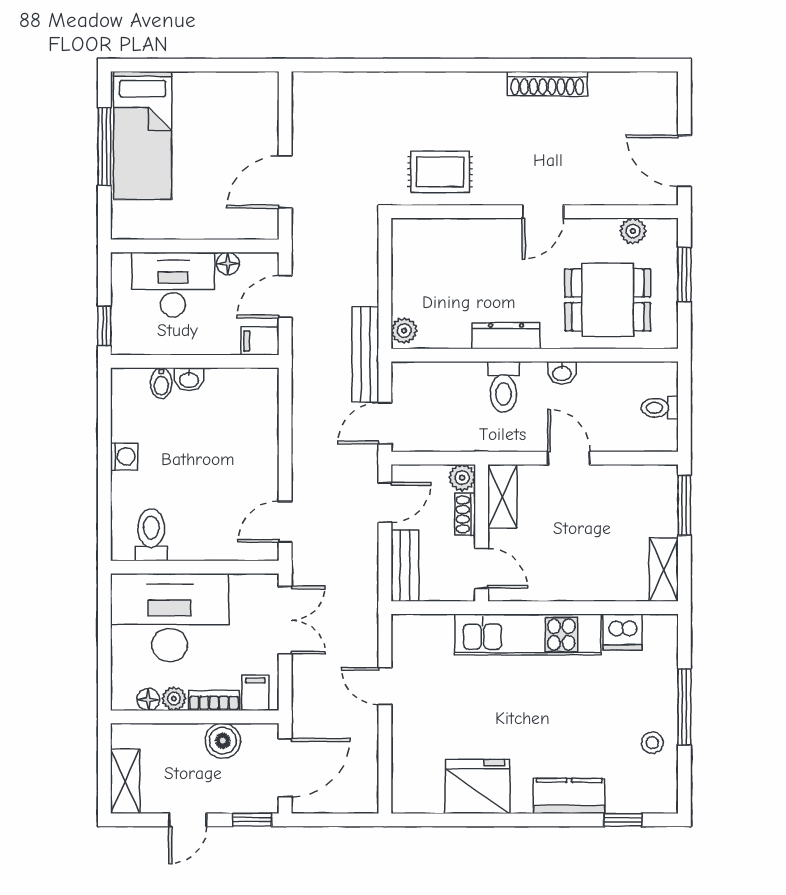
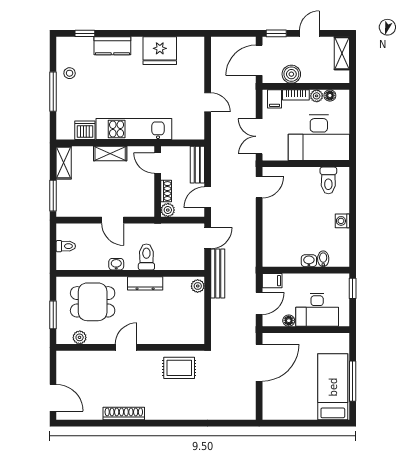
door: (684, 161) -> (53, 398), moved
door: (285, 182) -> (259, 363), width x1.36
shelving: (502, 496) -> (110, 154), moved, turned 90

